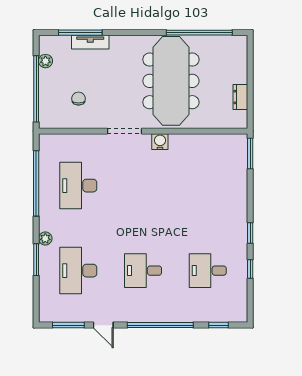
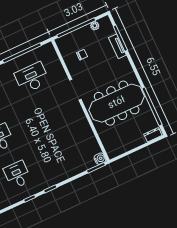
dresser: (240, 97) -> (153, 135), moved
water cooler: (160, 142) -> (100, 159), moved

